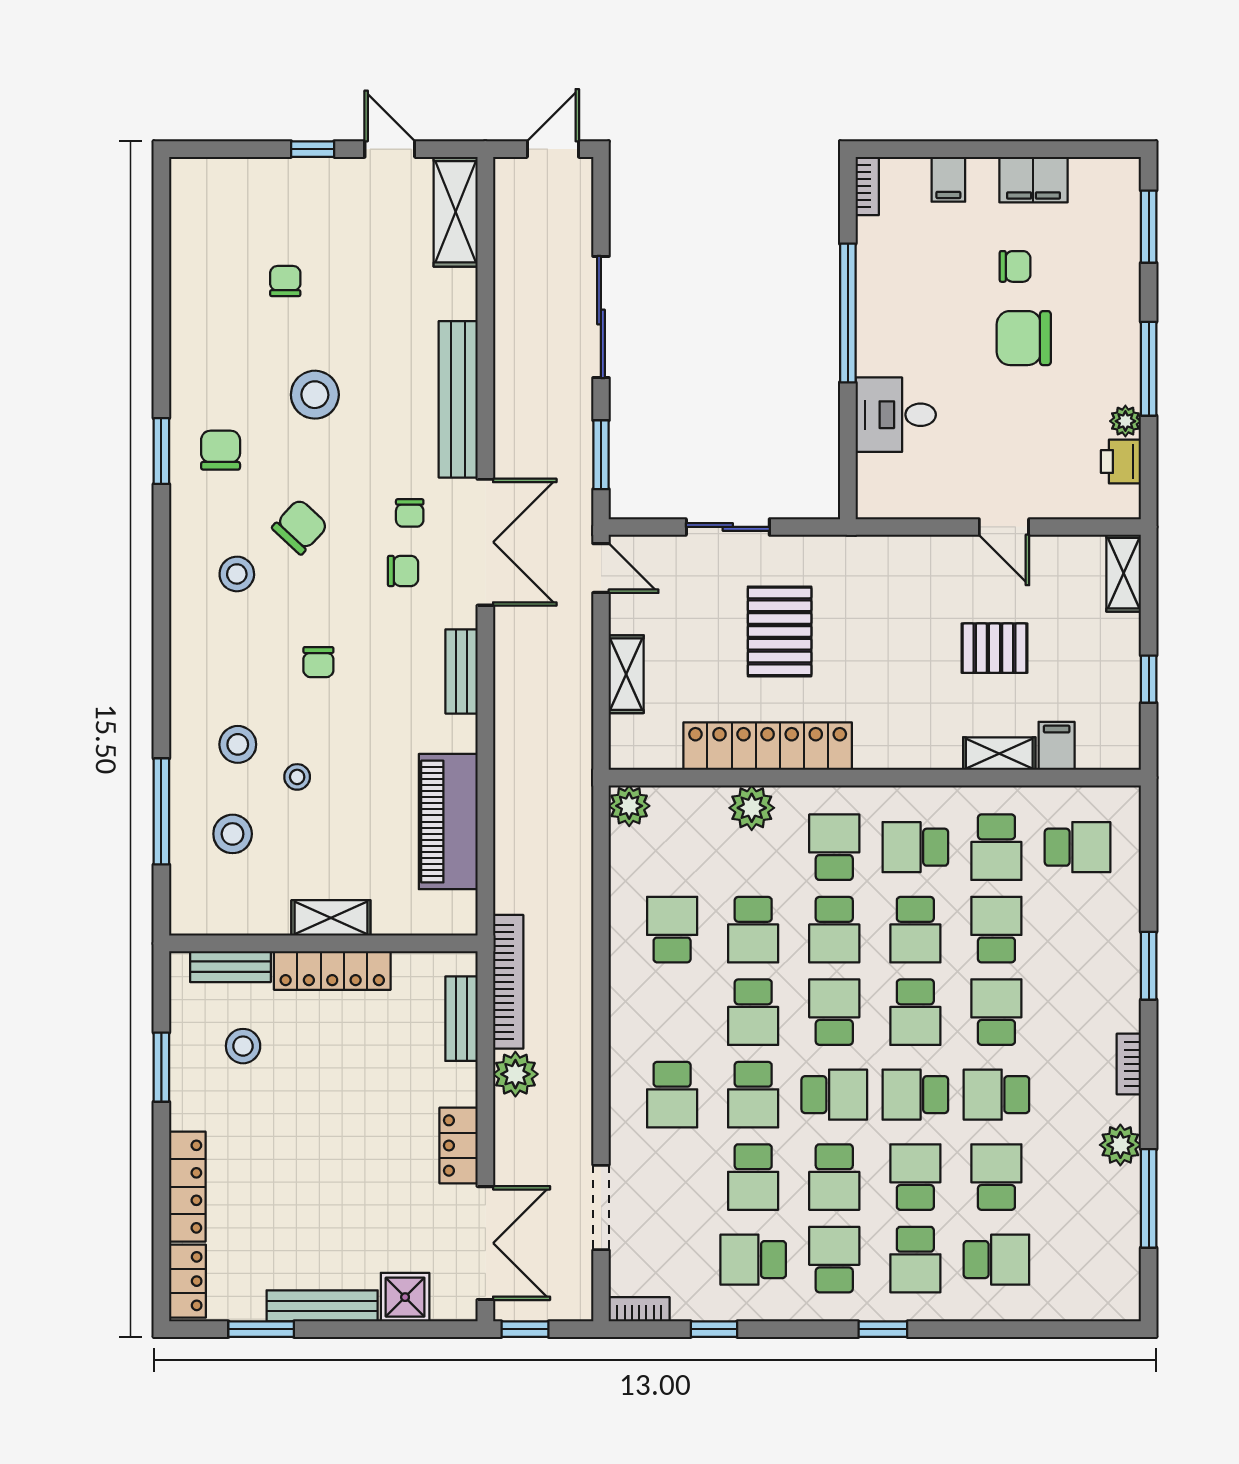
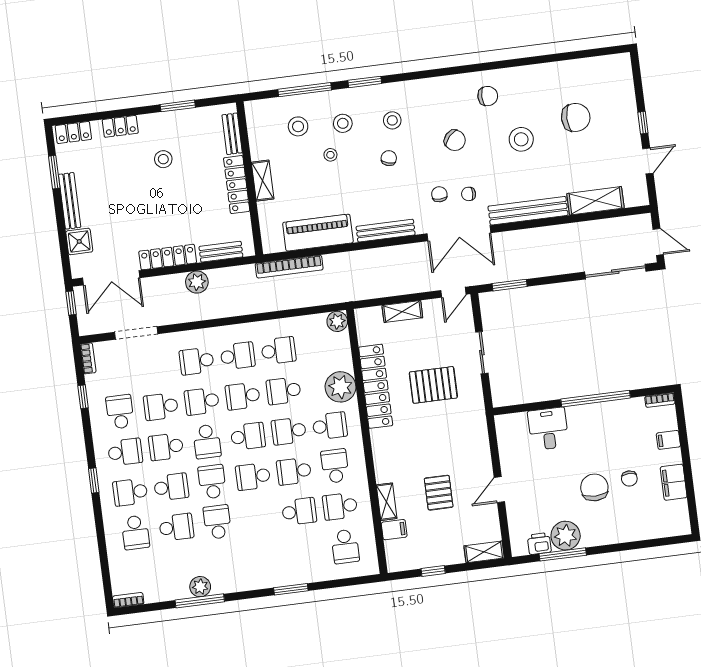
shelving: (456, 212) -> (595, 201), moved
window: (1149, 227) -> (658, 542), removed
chair: (285, 281) -> (576, 117), width x1.87, depth x1.87
sliding door: (601, 317) -> (615, 272), moved
window: (1149, 369) -> (563, 554), moved
plant: (1125, 421) -> (566, 536), width x1.88, depth x1.88
window: (161, 451) -> (365, 82), moved
chair: (403, 571) -> (439, 194), turned 180
stool: (237, 574) -> (392, 120), moved
chair: (318, 662) -> (389, 158), turned 106
bench: (461, 671) -> (386, 231), width x1.36
plant: (752, 808) -> (341, 387), width x1.36, depth x1.36
bookcase: (508, 982) -> (289, 267), moved
school desk: (996, 1012) -> (238, 356), moved
stool: (243, 1046) -> (163, 159), moved
bookcase: (1129, 1064) -> (128, 600), moved
locker: (458, 1146) -> (168, 257), width x1.53
locker: (187, 1187) -> (120, 126), width x0.66
window: (1149, 1198) -> (200, 601), moved

